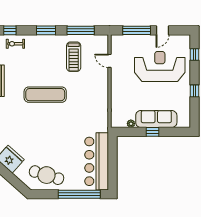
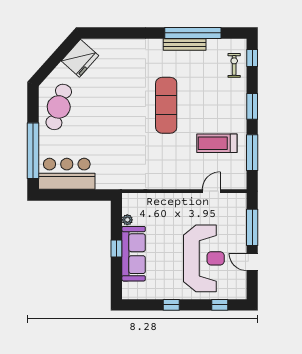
bar counter: (97, 161) -> (67, 174), width x0.73

